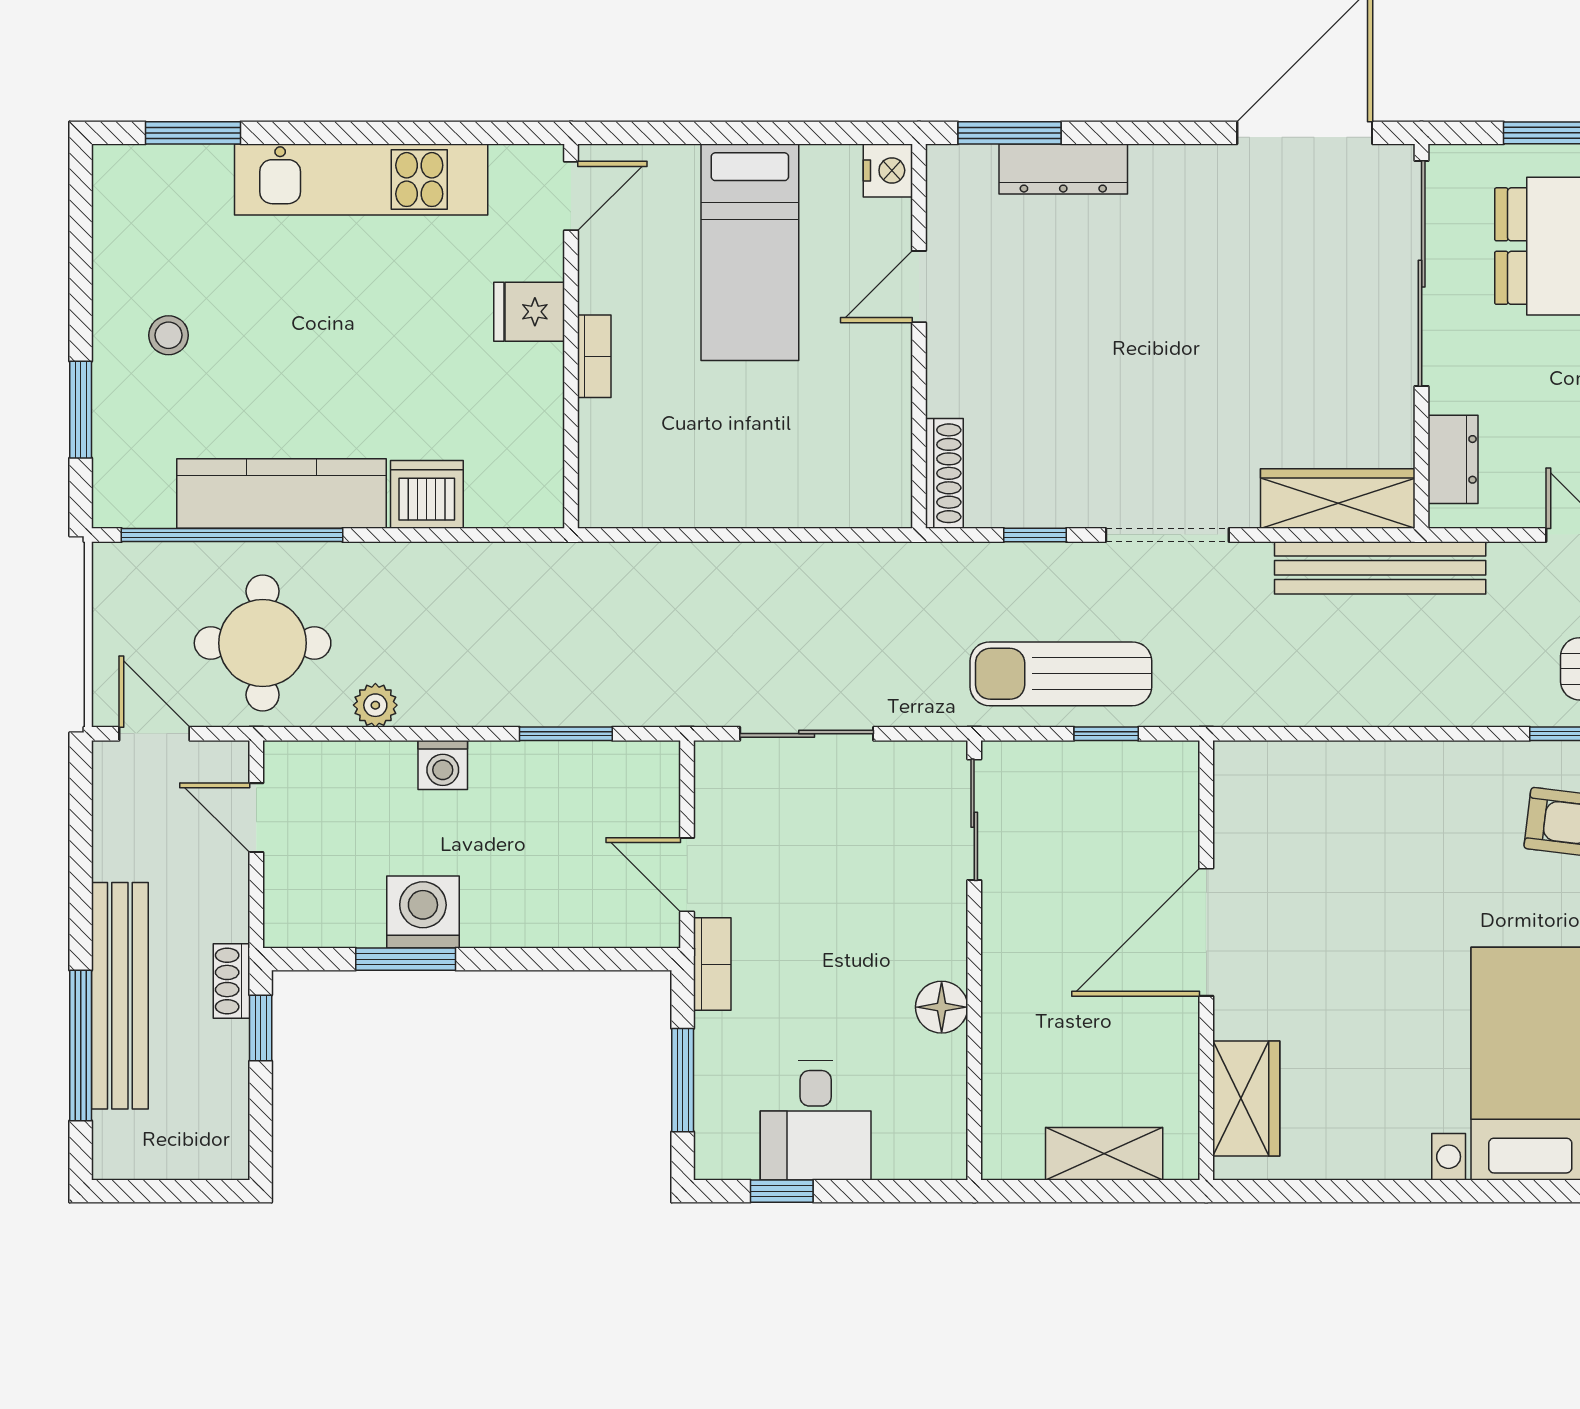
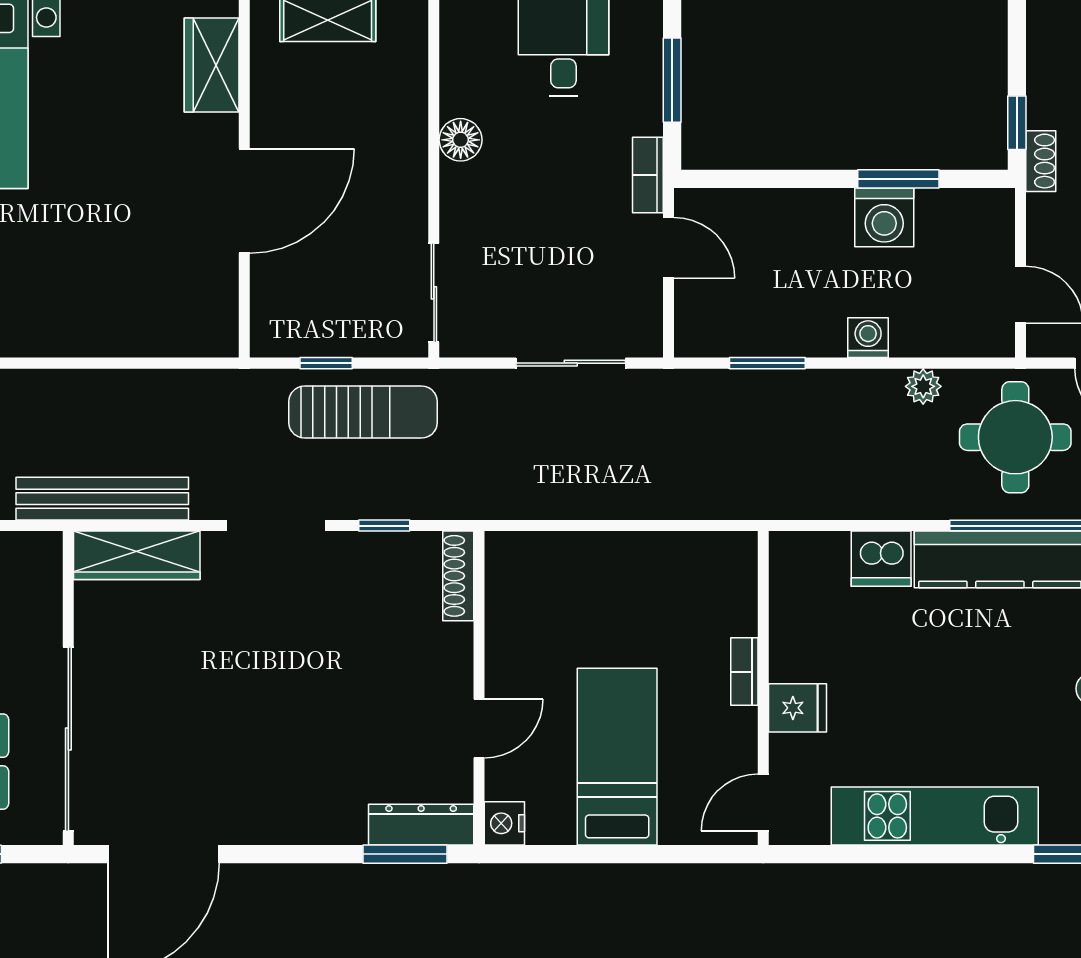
dresser: (1063, 169) -> (421, 825), moved
dresser: (1453, 459) -> (43, 587), removed

